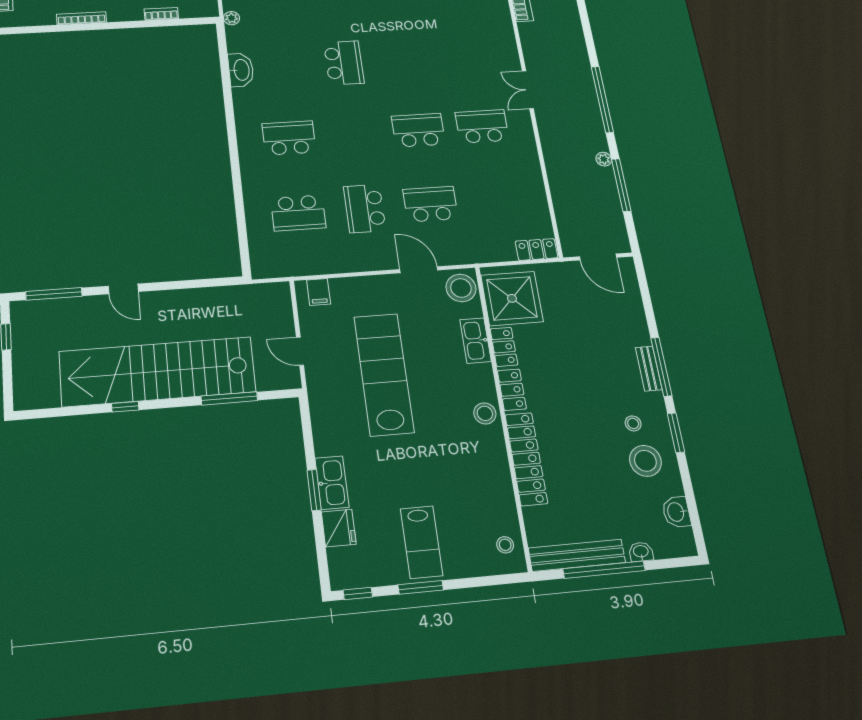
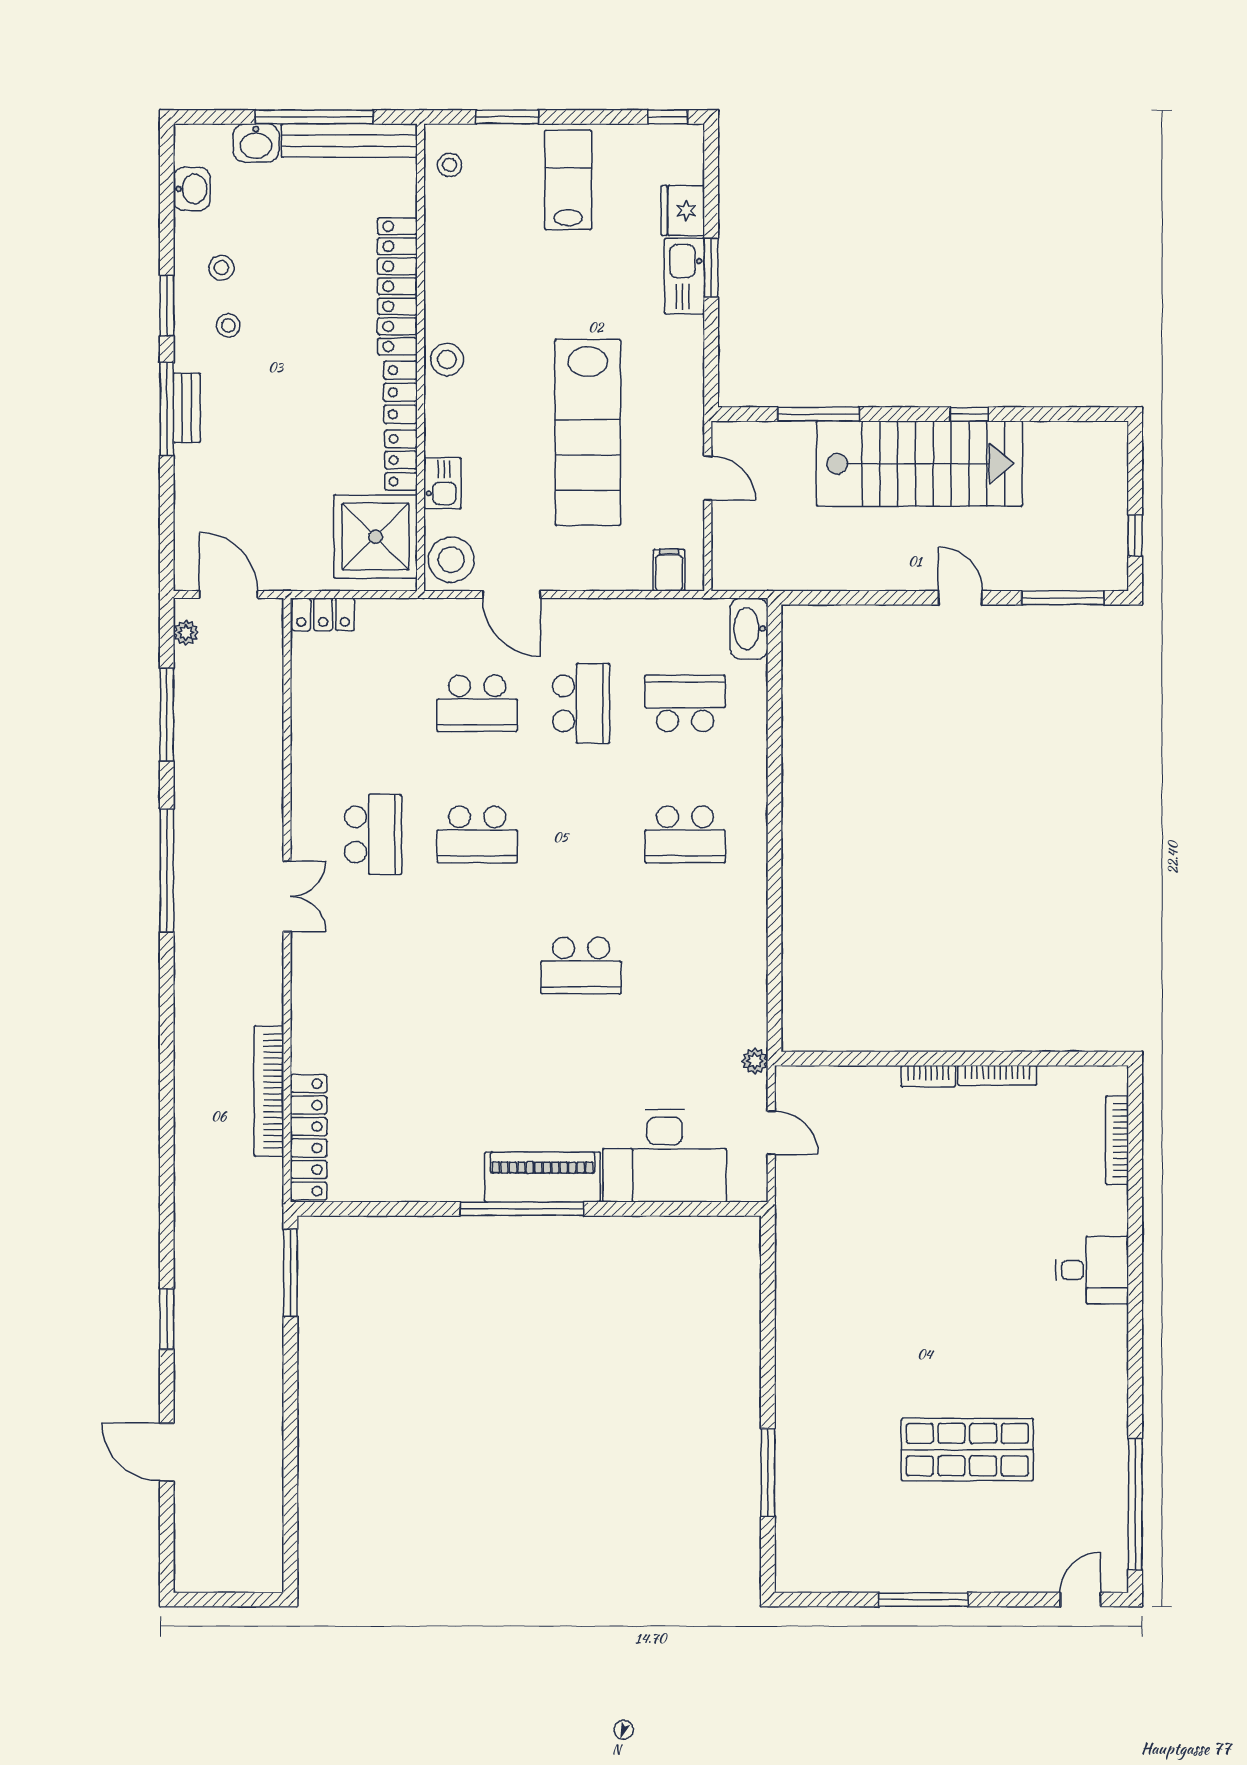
bookcase: (161, 14) -> (928, 1076), moved
school desk: (344, 63) -> (581, 966), turned -90
washbasin: (241, 70) -> (749, 629), moved
school desk: (482, 126) -> (373, 834), turned -90
plant: (604, 159) -> (186, 633), moved
kitchen sink: (476, 341) -> (442, 483), width x0.73
stairs: (157, 372) -> (919, 464), width x0.73
stool: (645, 461) -> (221, 268), width x0.53, depth x0.53
washbasin: (641, 552) -> (256, 143), width x1.38, depth x1.45
window: (421, 587) -> (507, 117), moved

